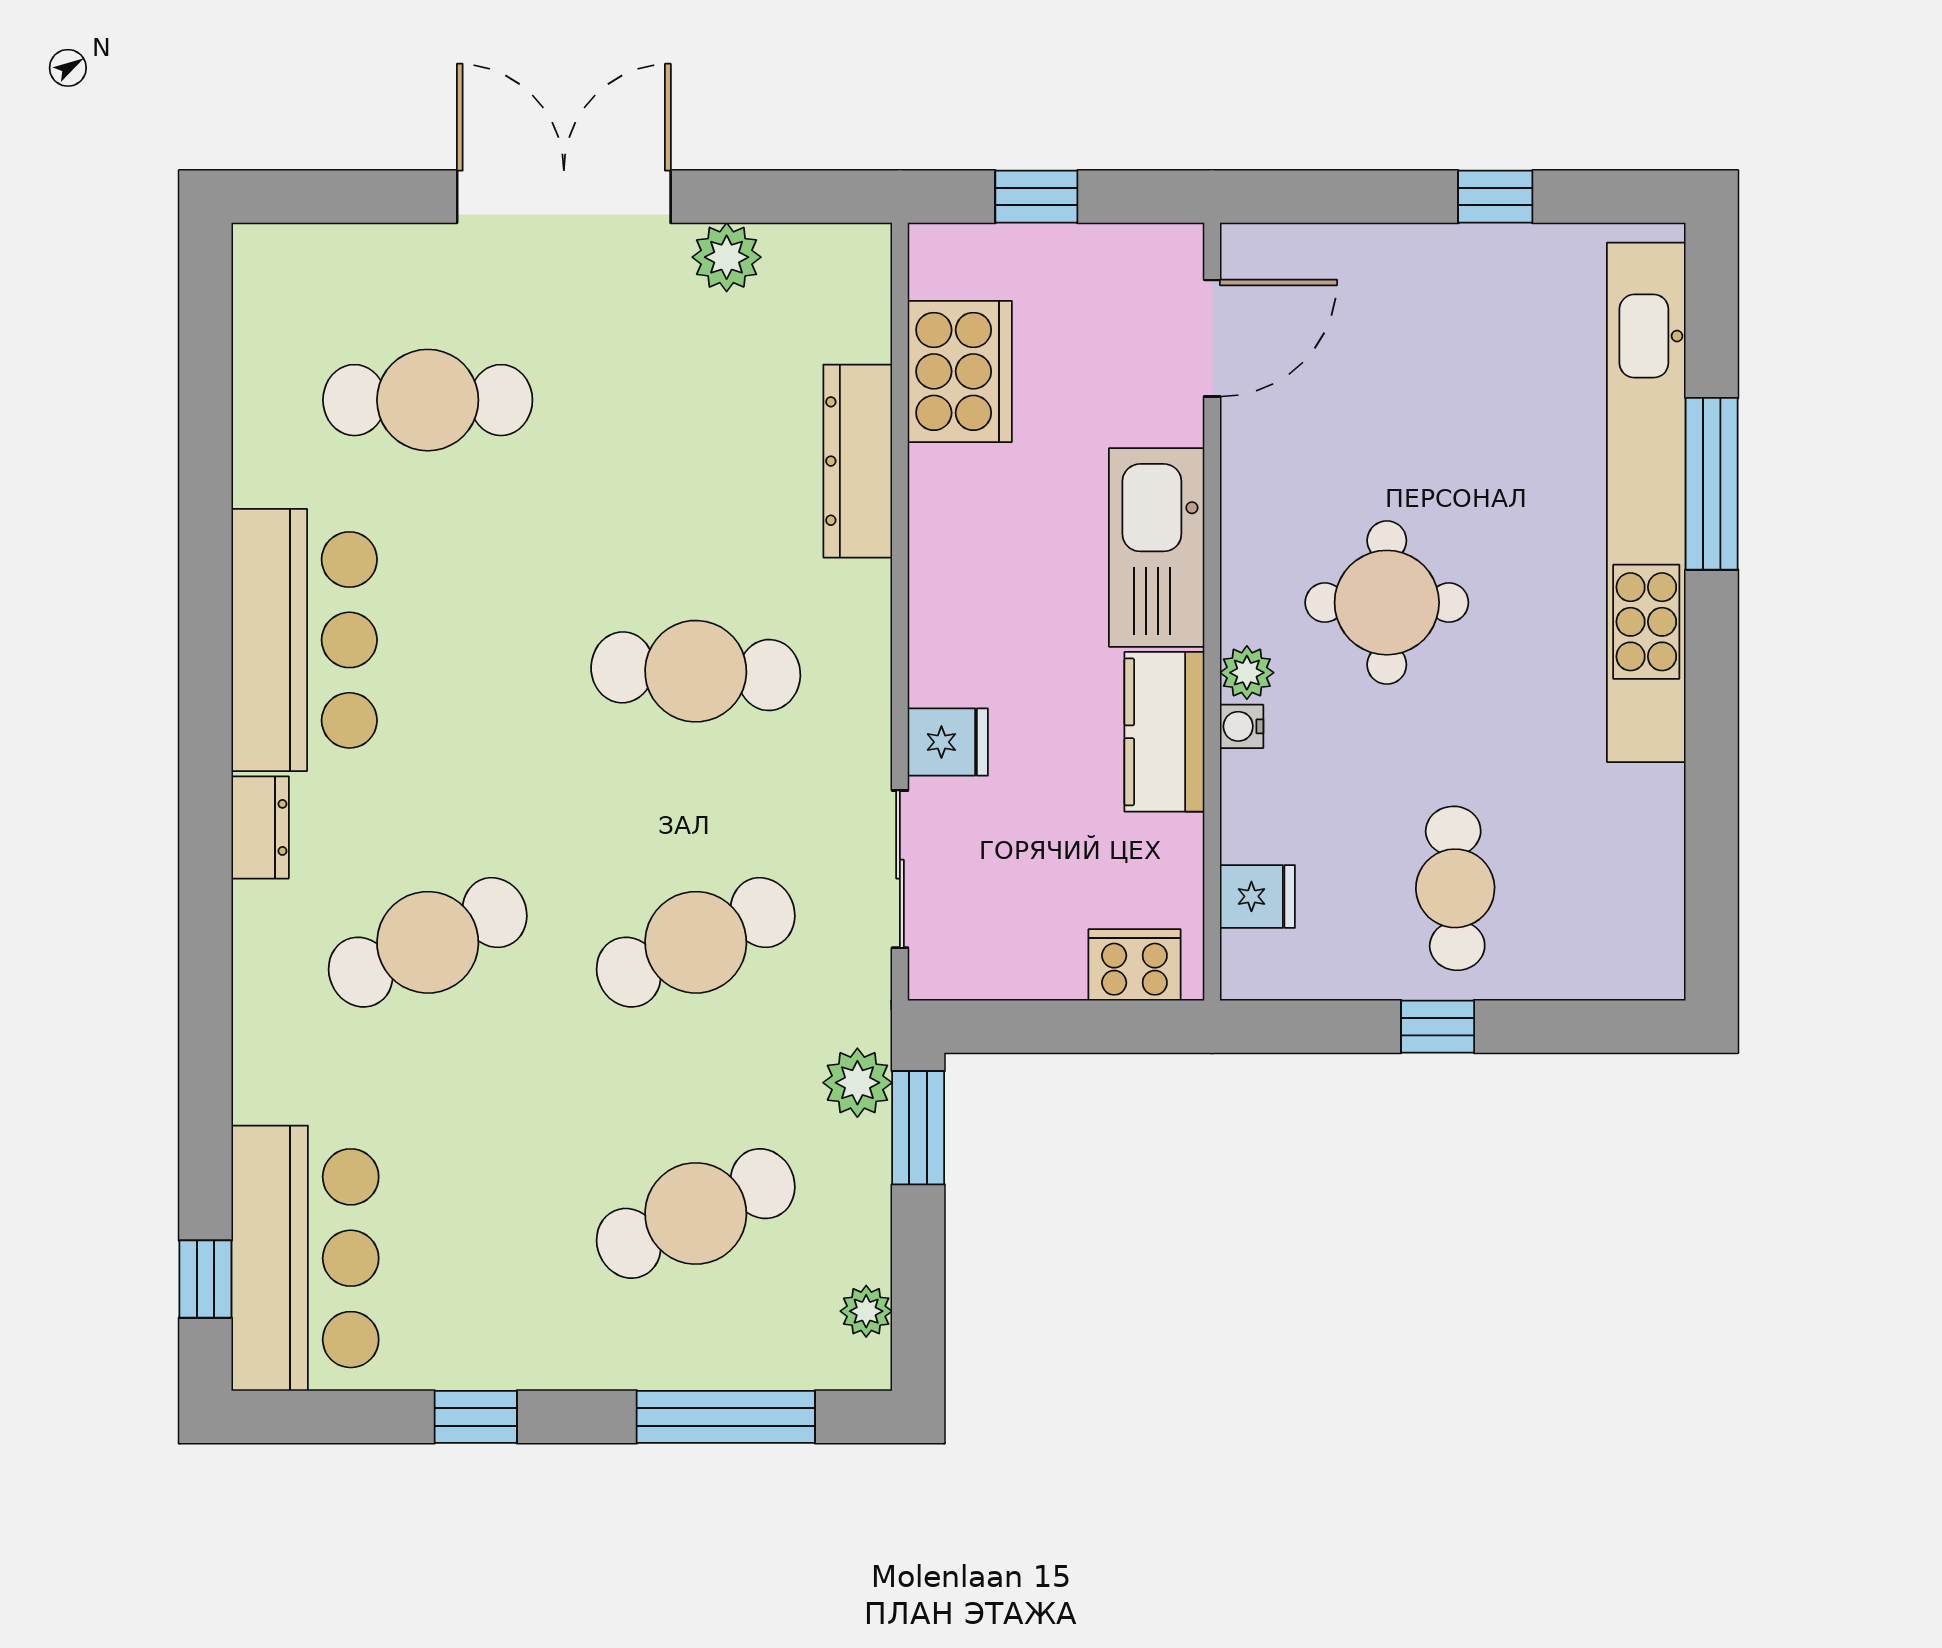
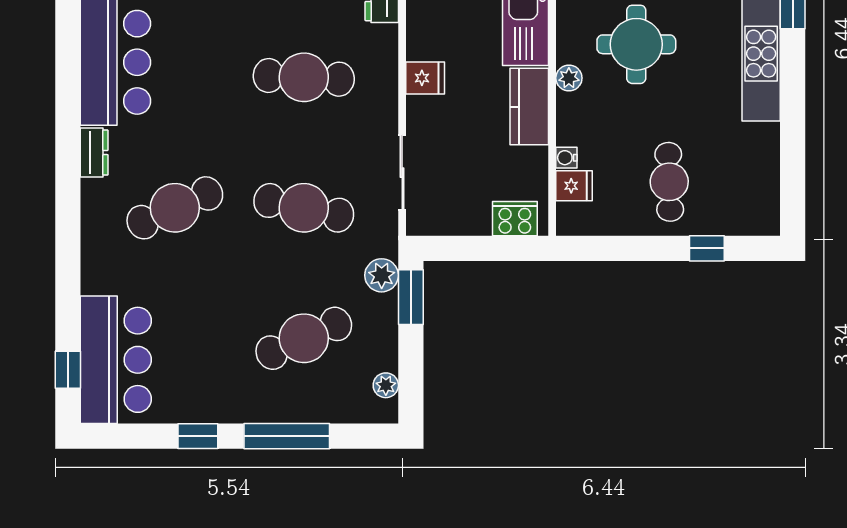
water cooler: (1242, 726) -> (566, 158), moved
fridge: (948, 742) -> (425, 78), moved
cafe table: (696, 942) -> (304, 208), turned 36
window: (1438, 1027) -> (707, 248), moved
window: (726, 1417) -> (287, 436), moved

